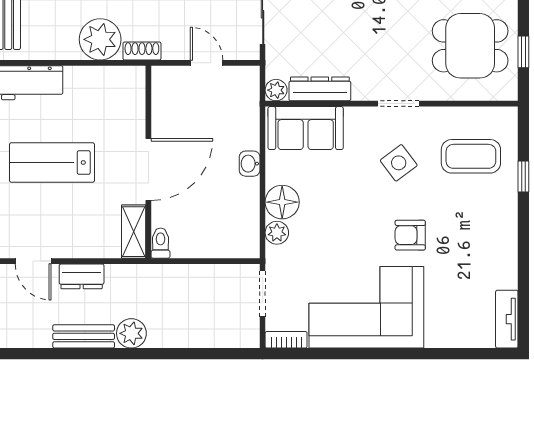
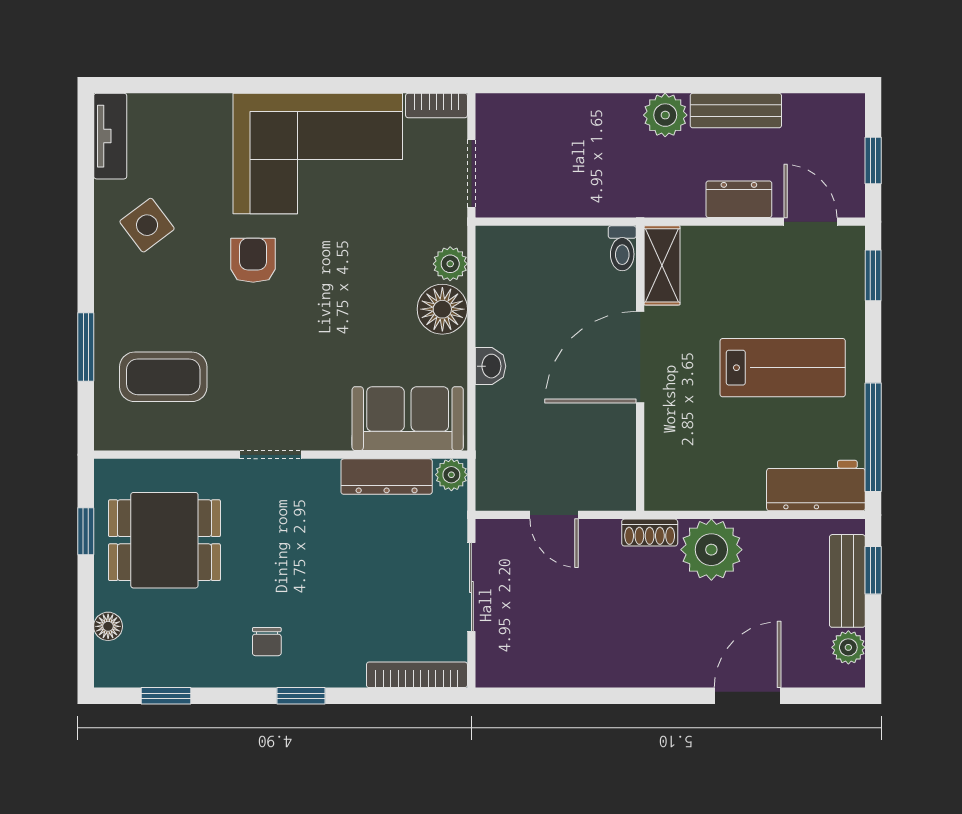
side table: (399, 163) -> (147, 225), moved
window: (523, 176) -> (86, 347), width x1.50
armchair: (410, 235) -> (253, 260), turned -90

